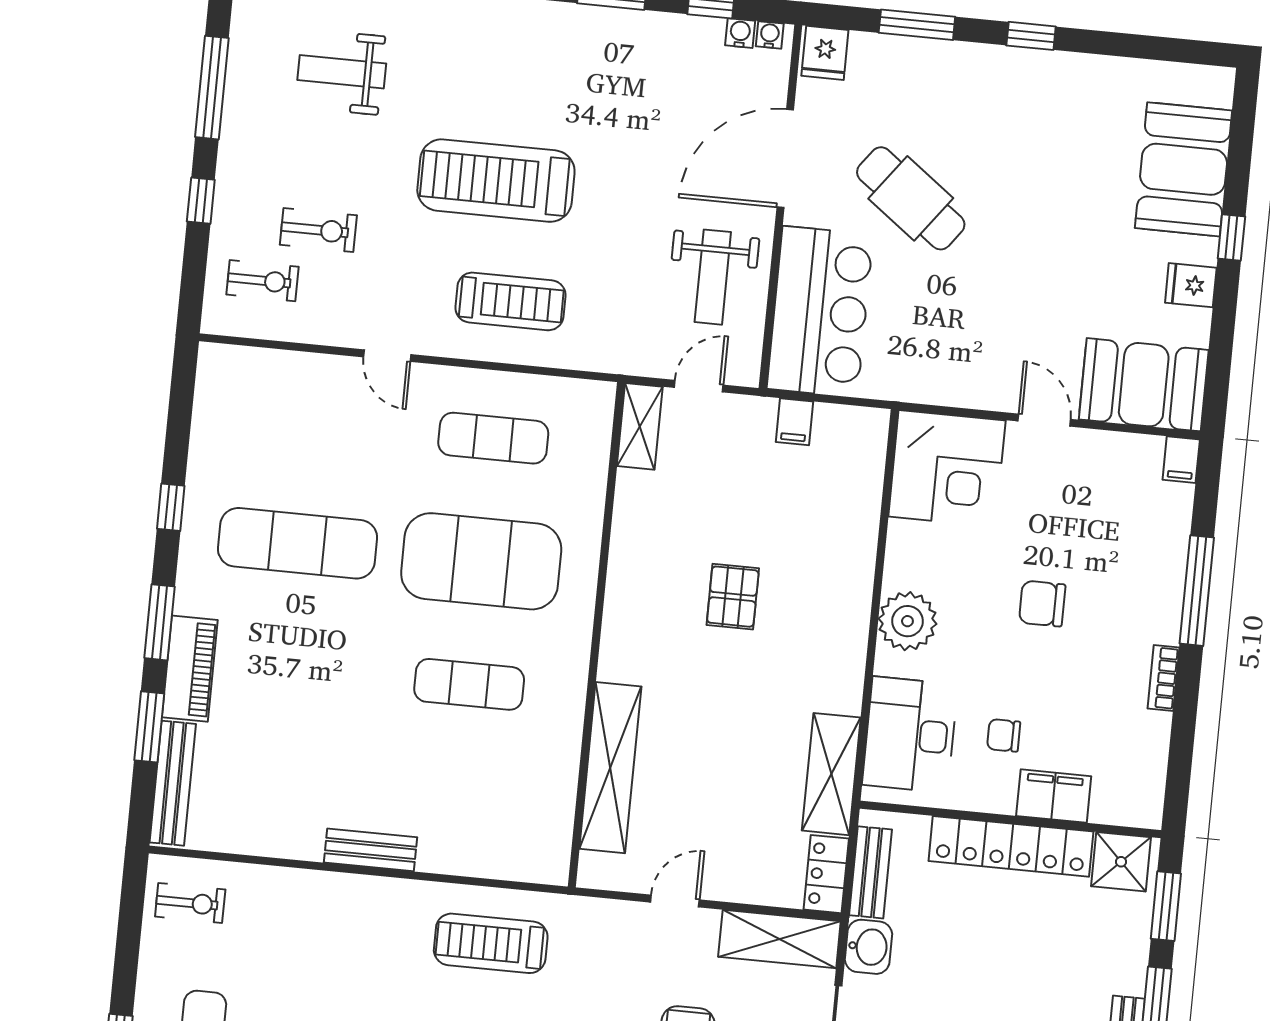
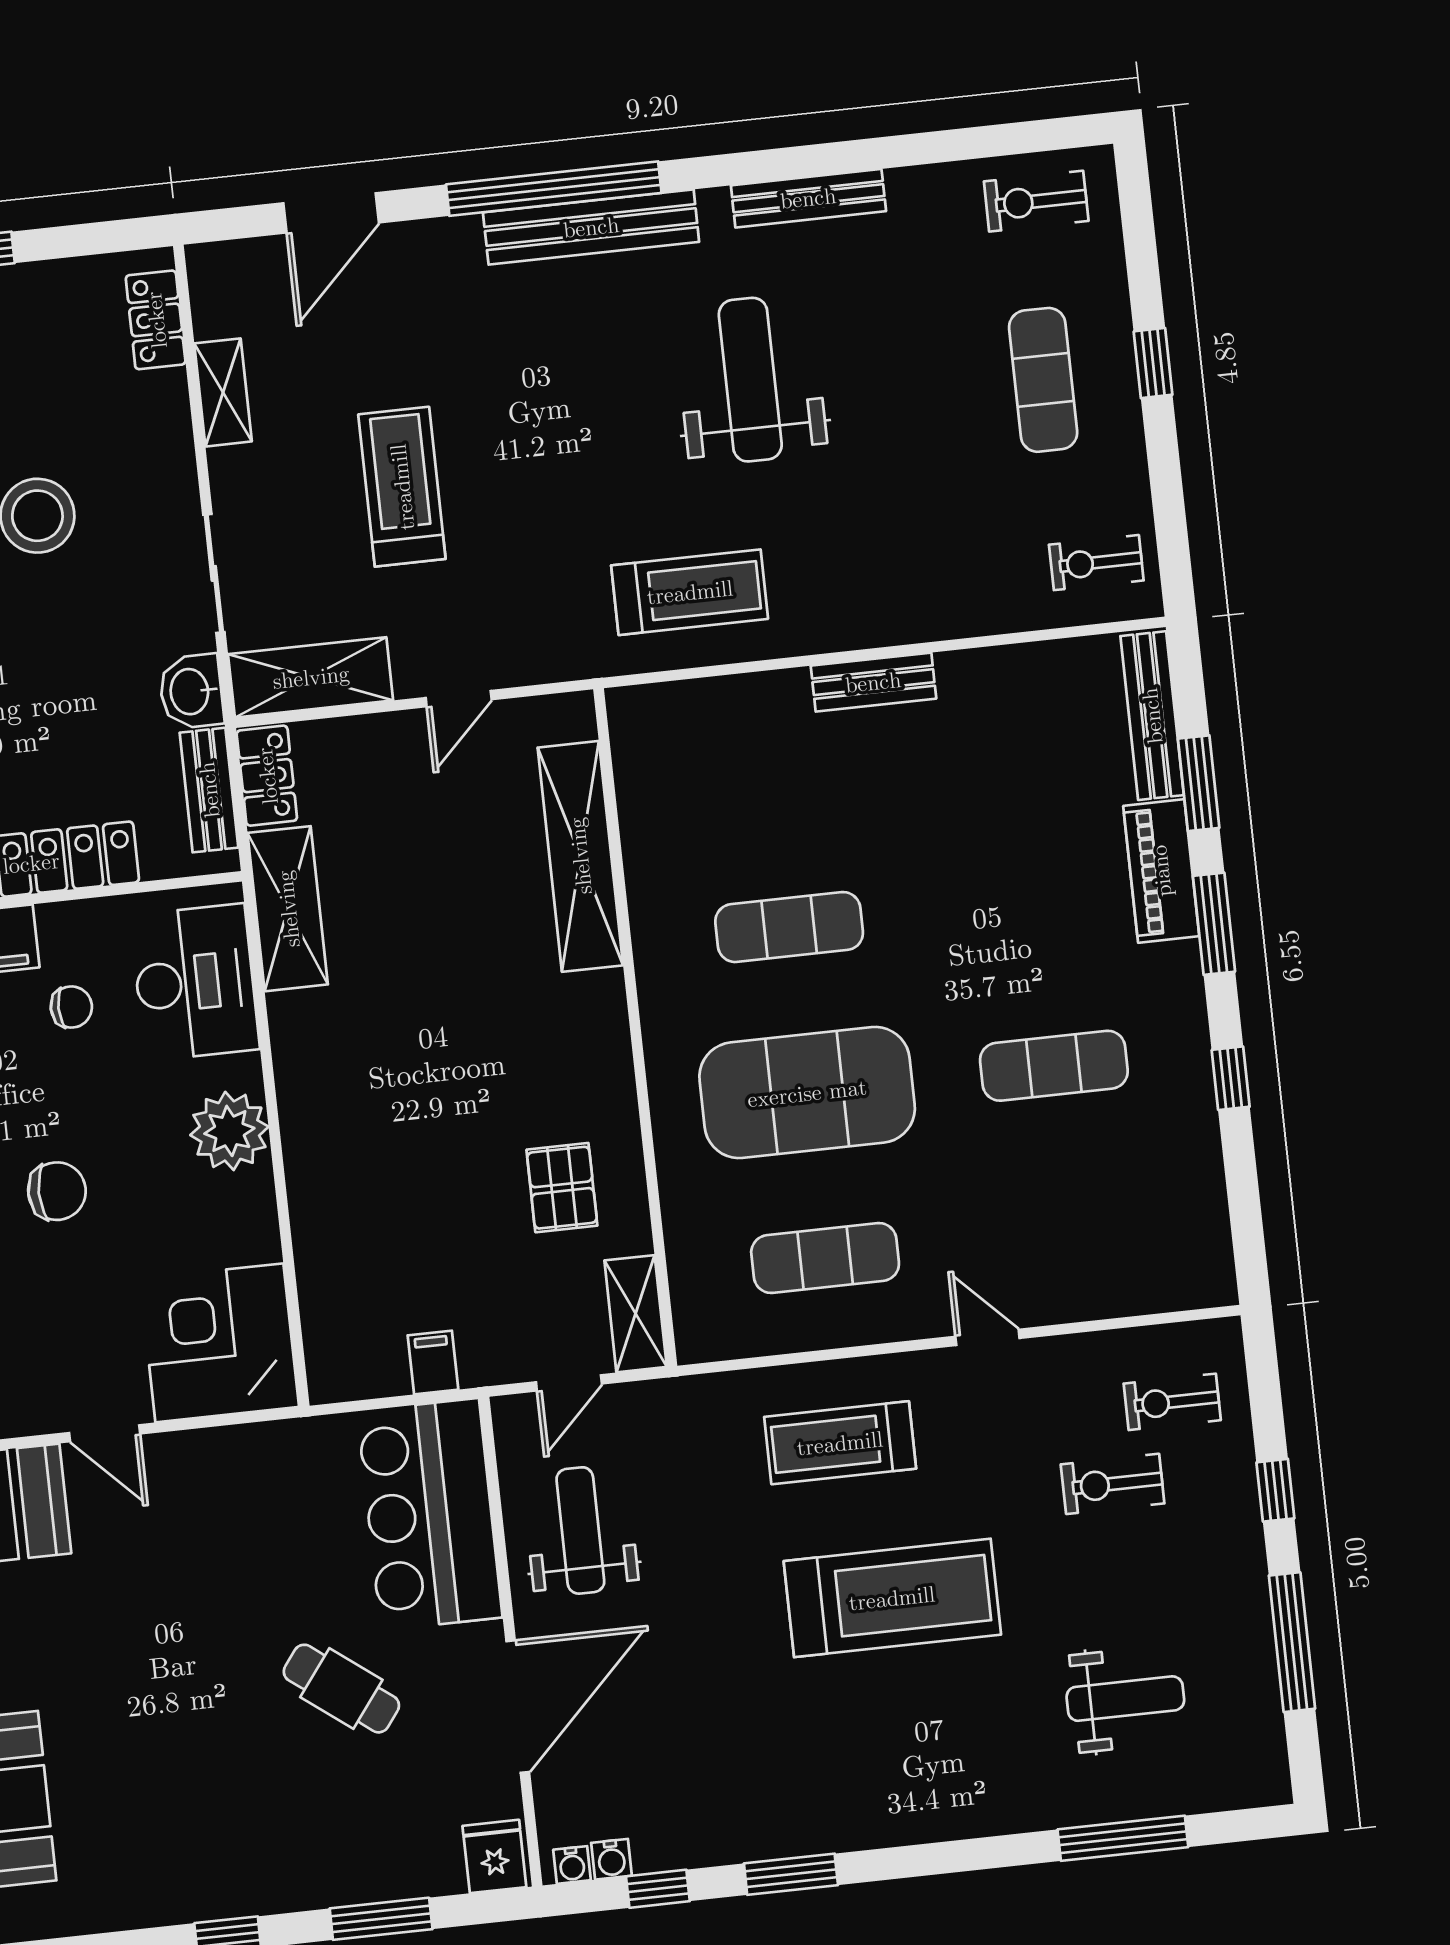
cafe table: (911, 198) -> (341, 1689), width x0.73, depth x0.74
exercise mat: (298, 543) -> (1054, 1066), width x0.73, depth x0.69
pallet: (733, 597) -> (562, 1188), moved

